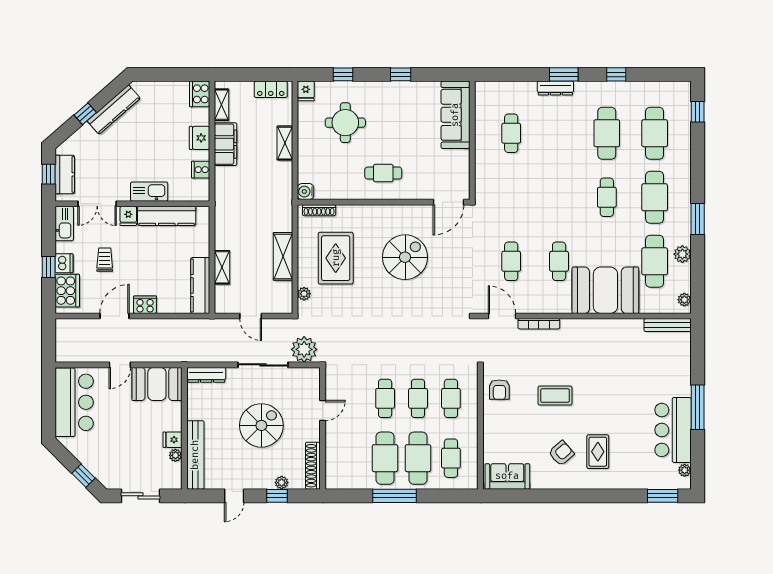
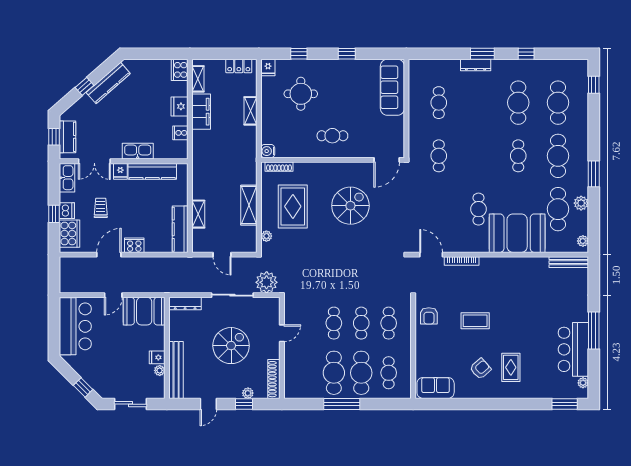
cafe table: (511, 261) -> (439, 156), moved

